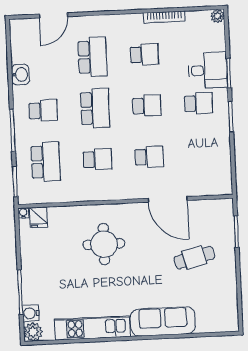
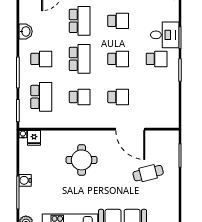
water cooler: (31, 313) -> (25, 180), moved

